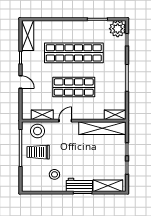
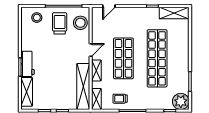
door: (20, 82) -> (109, 6), moved
trolley: (115, 90) -> (120, 99), added
shelving: (42, 115) -> (96, 70), moved
door: (65, 121) -> (91, 50), hinge flipped
stool: (54, 174) -> (37, 18), moved

